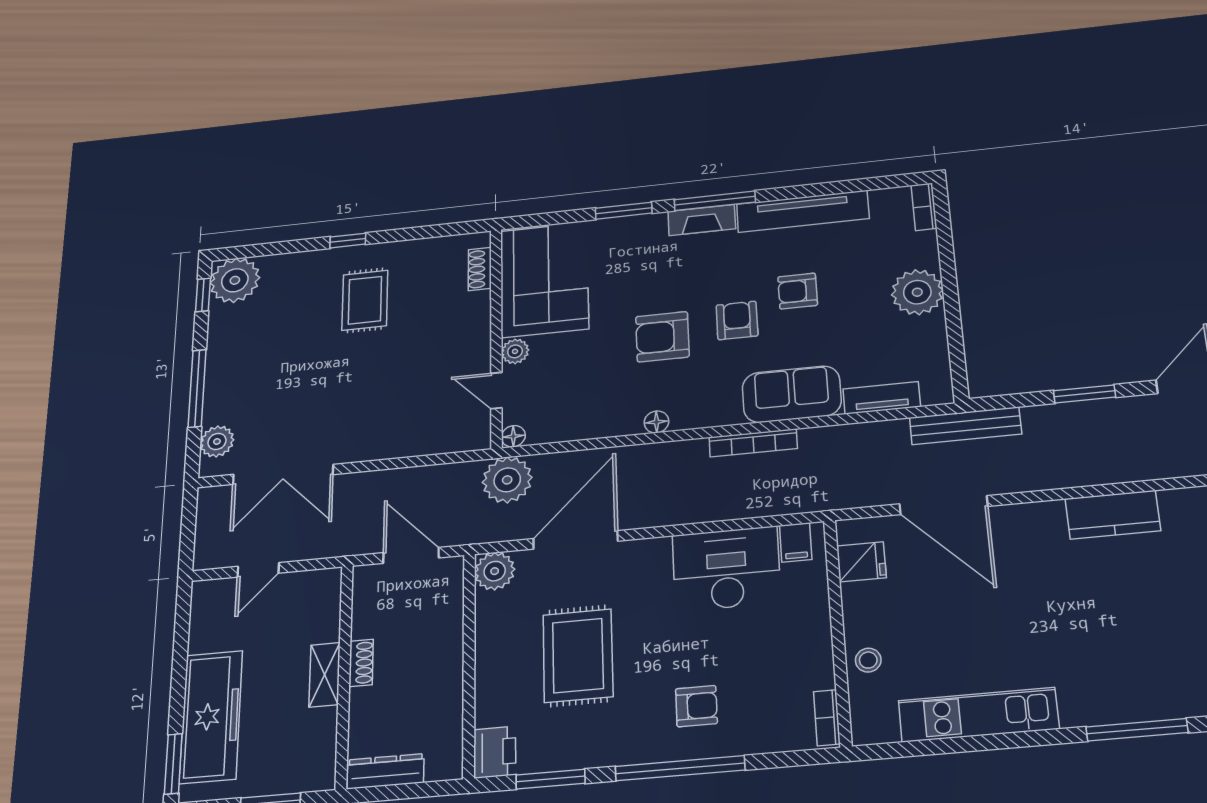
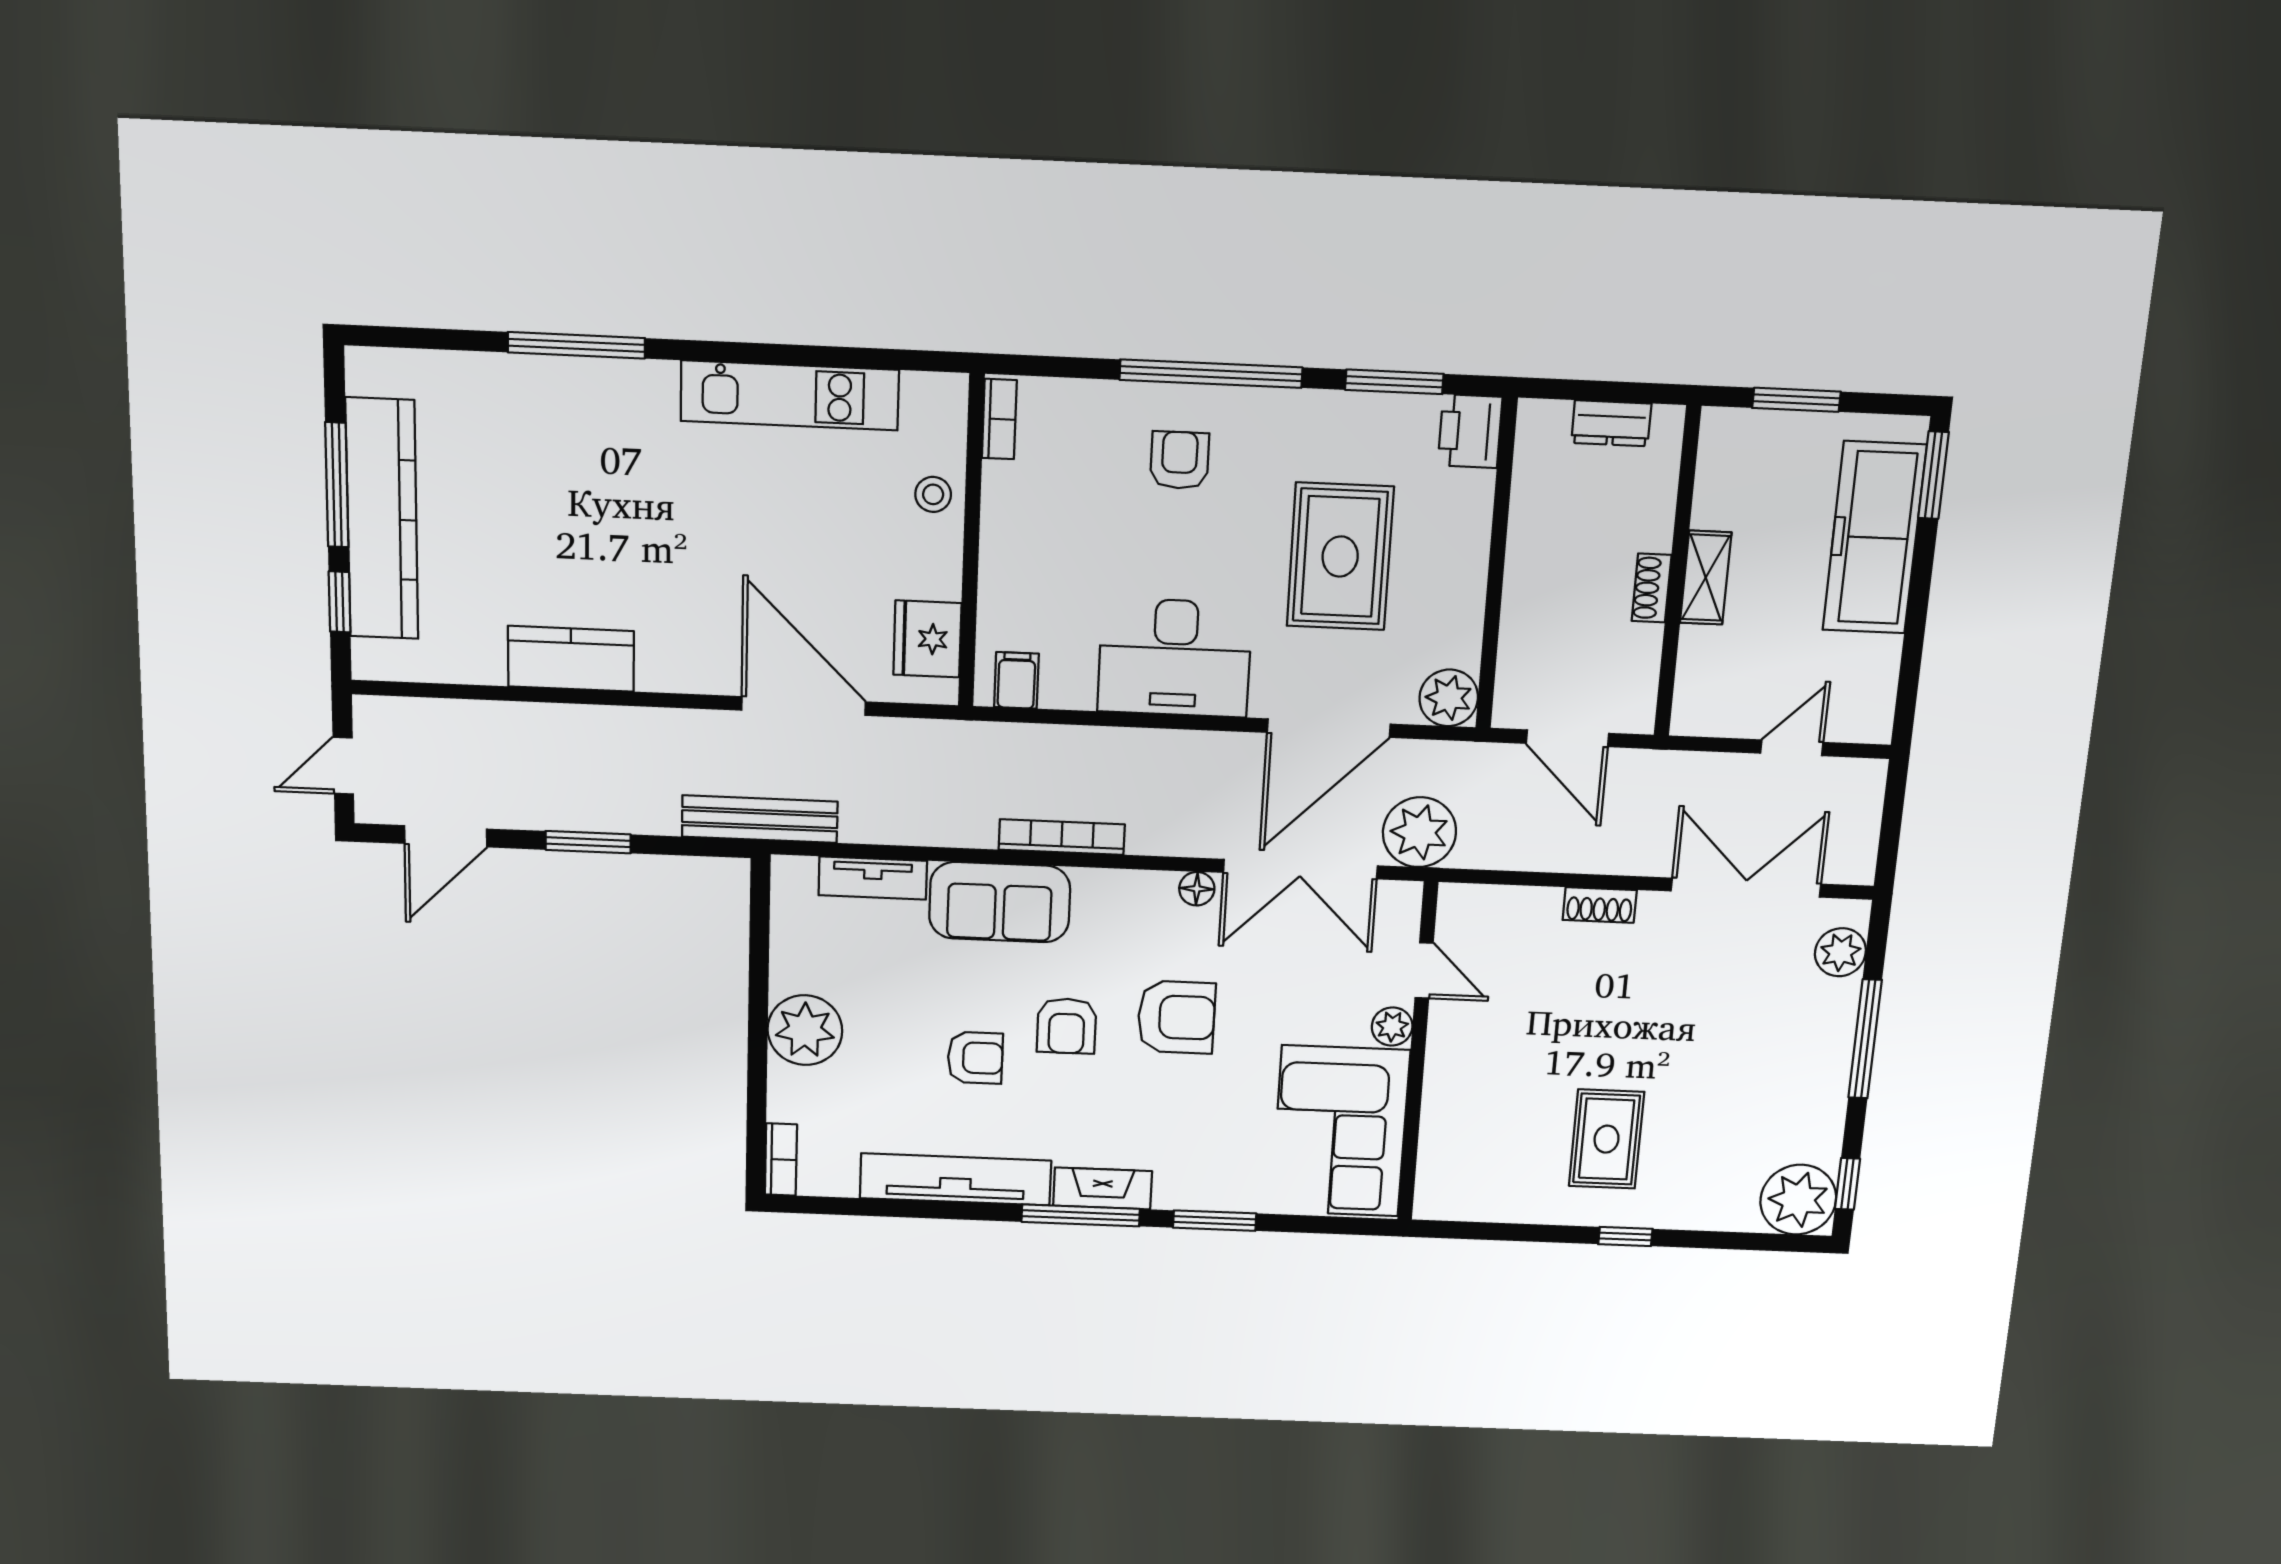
shoe rack: (480, 269) -> (1600, 905), moved, turned 90
floor lamp: (513, 436) -> (1405, 897), removed
double door: (587, 445) -> (1300, 869), added
fridge: (861, 562) -> (927, 639), width x1.38
desk: (726, 569) -> (1175, 658), moved
armchair: (696, 706) -> (1180, 460), turned 90
dresser: (385, 771) -> (1611, 423), width x0.70

